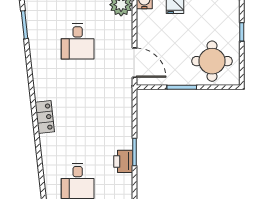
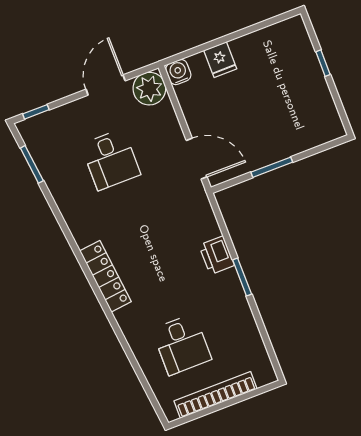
round table: (212, 61) -> (299, 117), removed
locker: (45, 117) -> (105, 276), width x1.53
printer: (123, 161) -> (217, 255), moved

